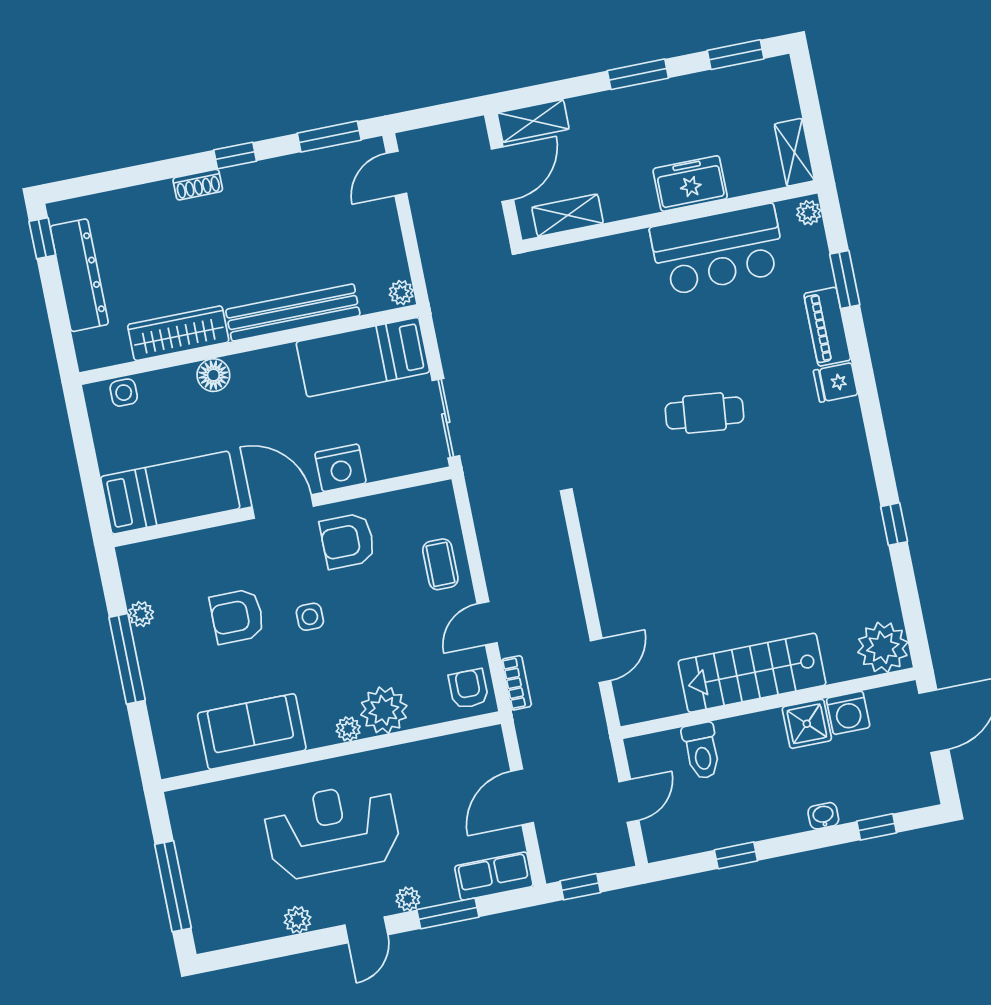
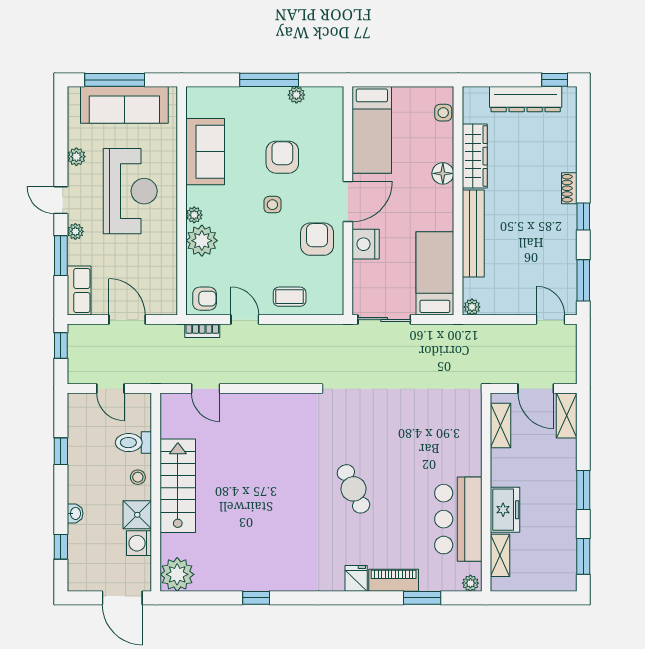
shelving: (794, 152) -> (500, 555), moved, turned 90
cafe table: (705, 413) -> (353, 489), turned -31
stool: (751, 734) -> (138, 477), added
sofa: (207, 865) -> (124, 105), added

